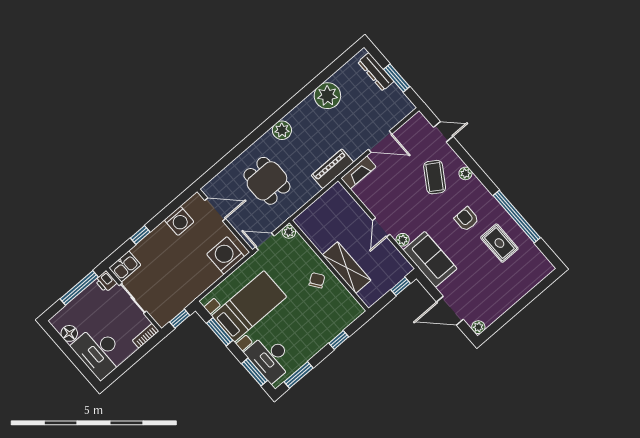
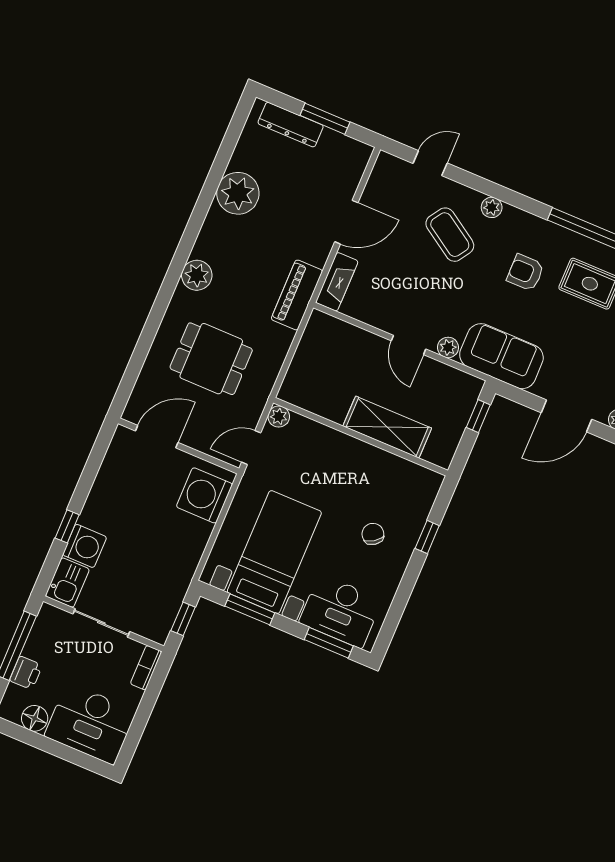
washing machine: (179, 221) -> (85, 546), moved
chair: (317, 280) -> (373, 534), moved
printer: (106, 282) -> (26, 673), moved, turned -90
window: (299, 375) -> (394, 616), removed

